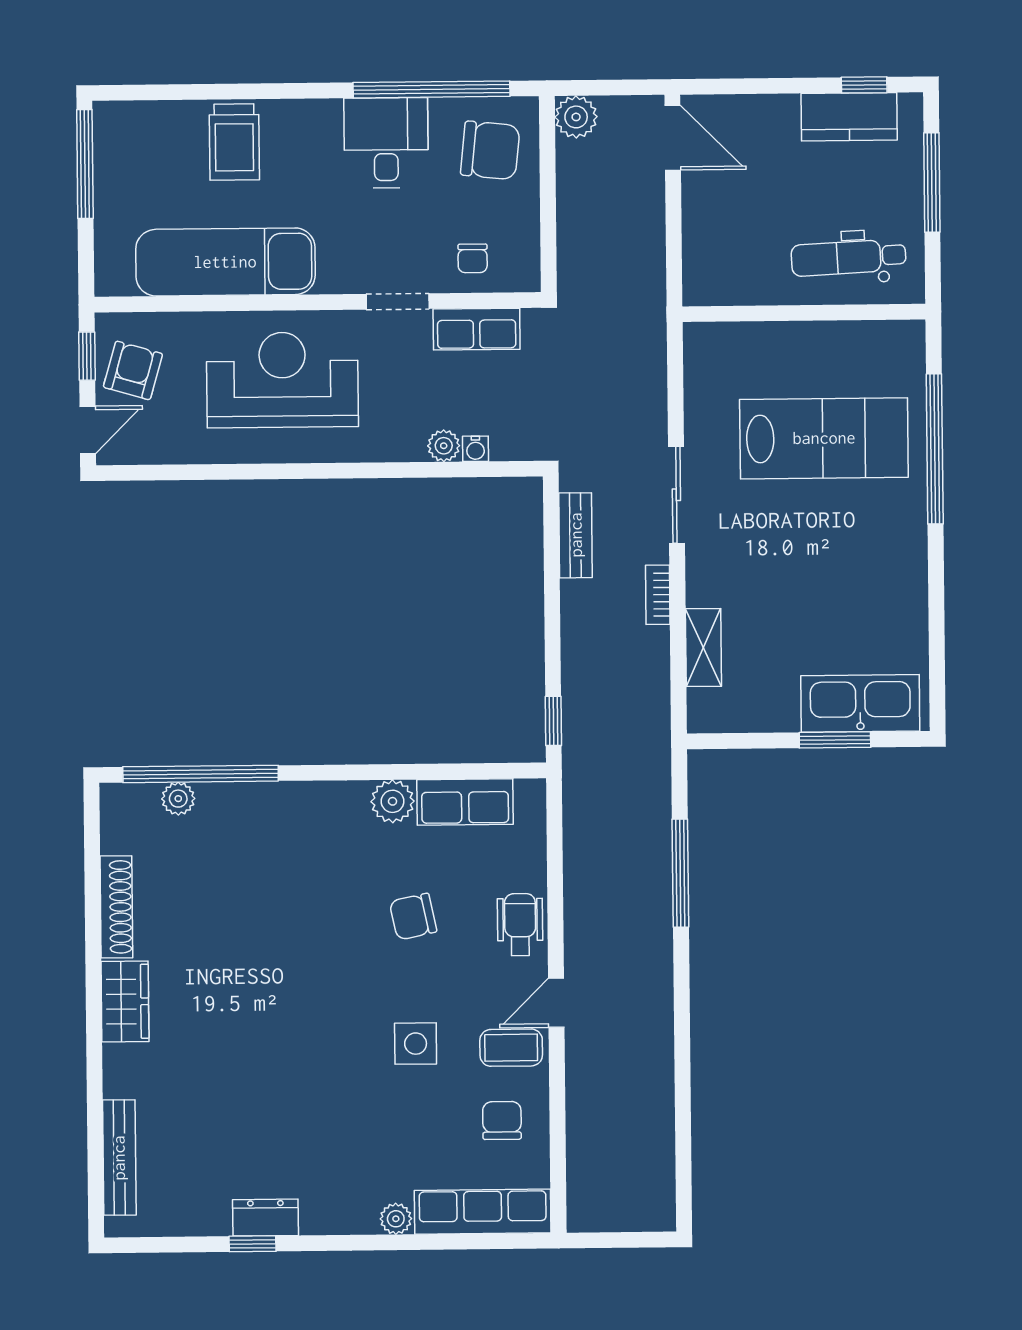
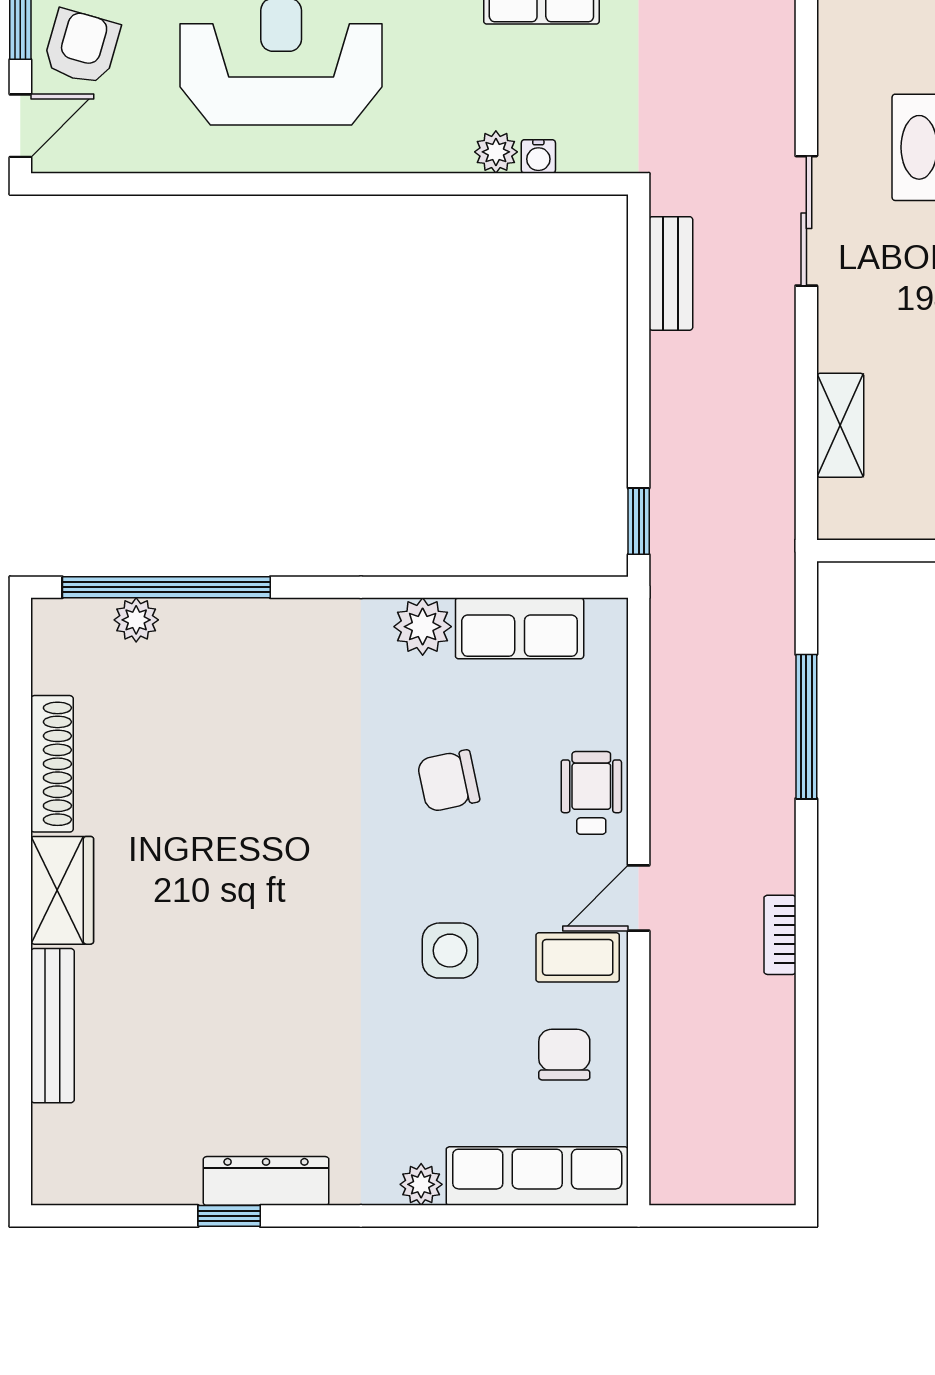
bookcase: (658, 595) -> (780, 935), moved
bench: (119, 1158) -> (52, 1026), moved
dresser: (266, 1218) -> (266, 1181), width x1.44

